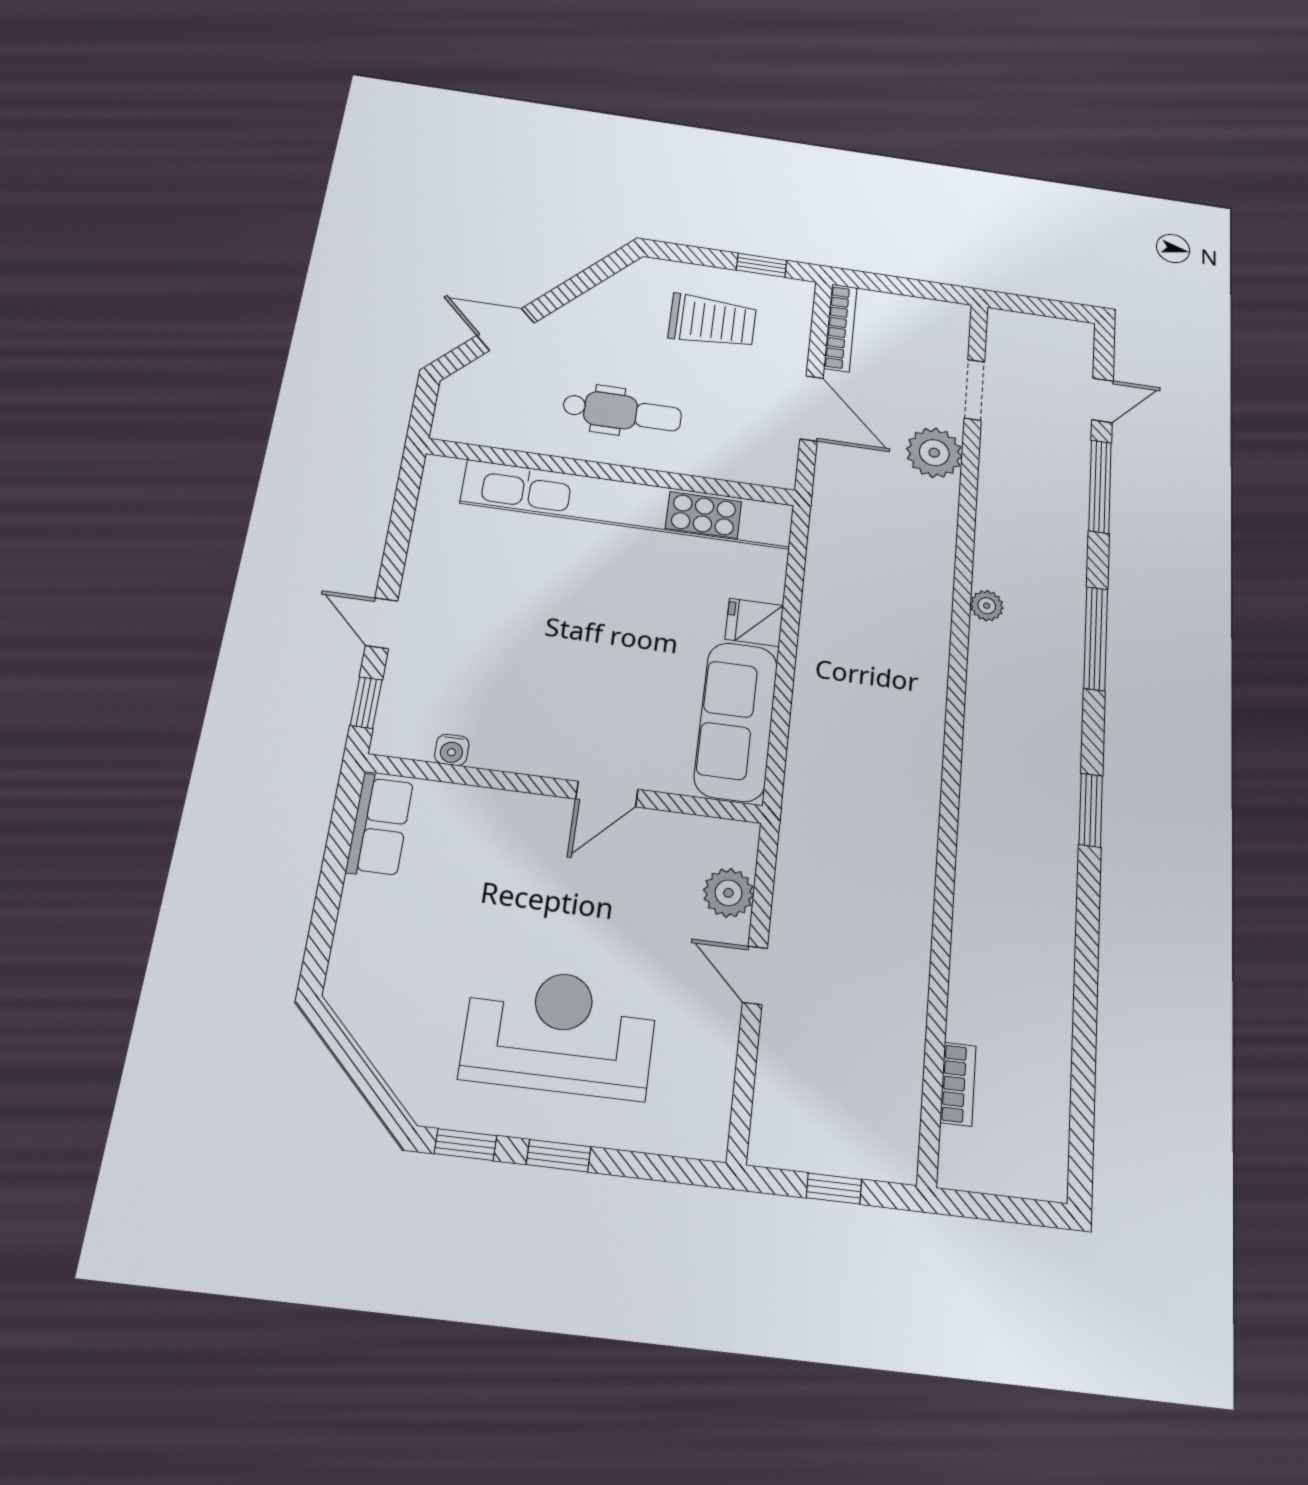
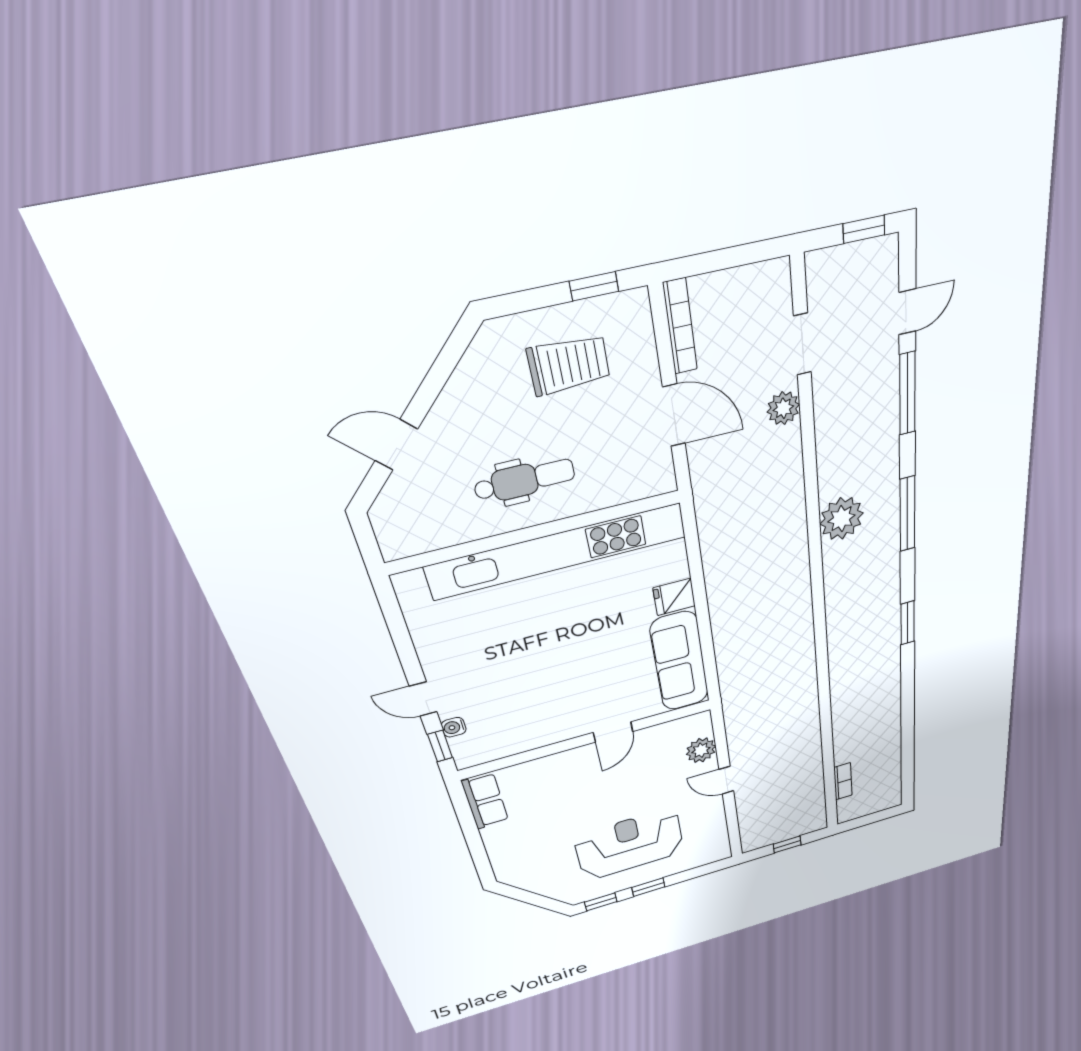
window: (1056, 309) -> (864, 229), added
plant: (934, 453) -> (783, 408), width x0.73, depth x0.73
plant: (987, 606) -> (842, 519), width x1.88, depth x1.88
water cooler: (452, 750) -> (454, 727), moved, turned 90

